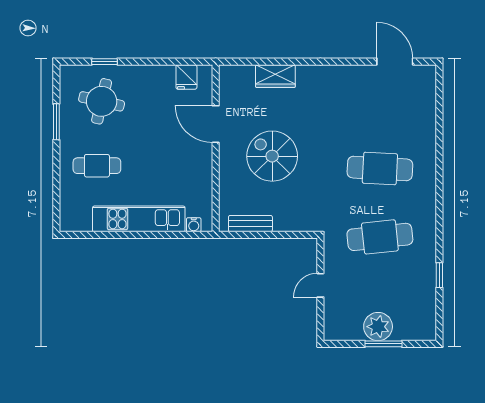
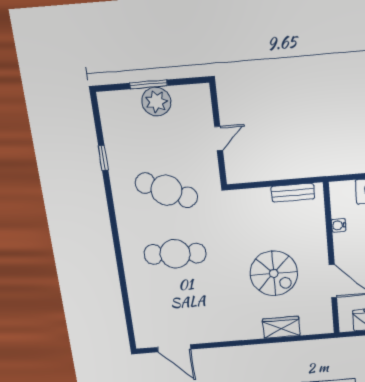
spiral stairs: (272, 156) -> (274, 273), moved
water cooler: (194, 225) -> (339, 225), moved, turned -90
cafe table: (380, 237) -> (166, 190), turned 30

